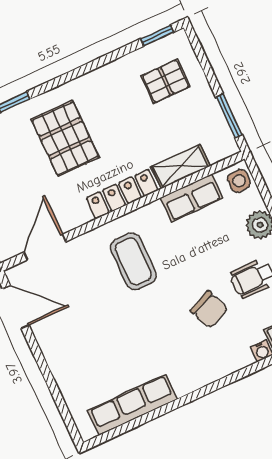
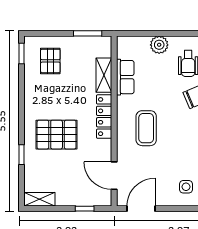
side table: (239, 181) -> (186, 187), moved
coffee table: (133, 261) -> (146, 128), turned 90

